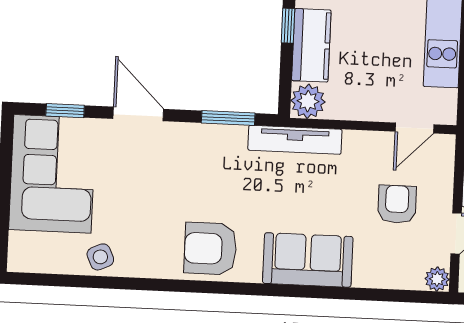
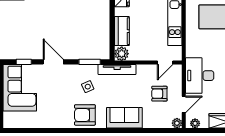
window: (288, 26) -> (112, 24), removed
armchair: (397, 204) -> (159, 94), turned -90
side table: (100, 257) -> (88, 87), moved

